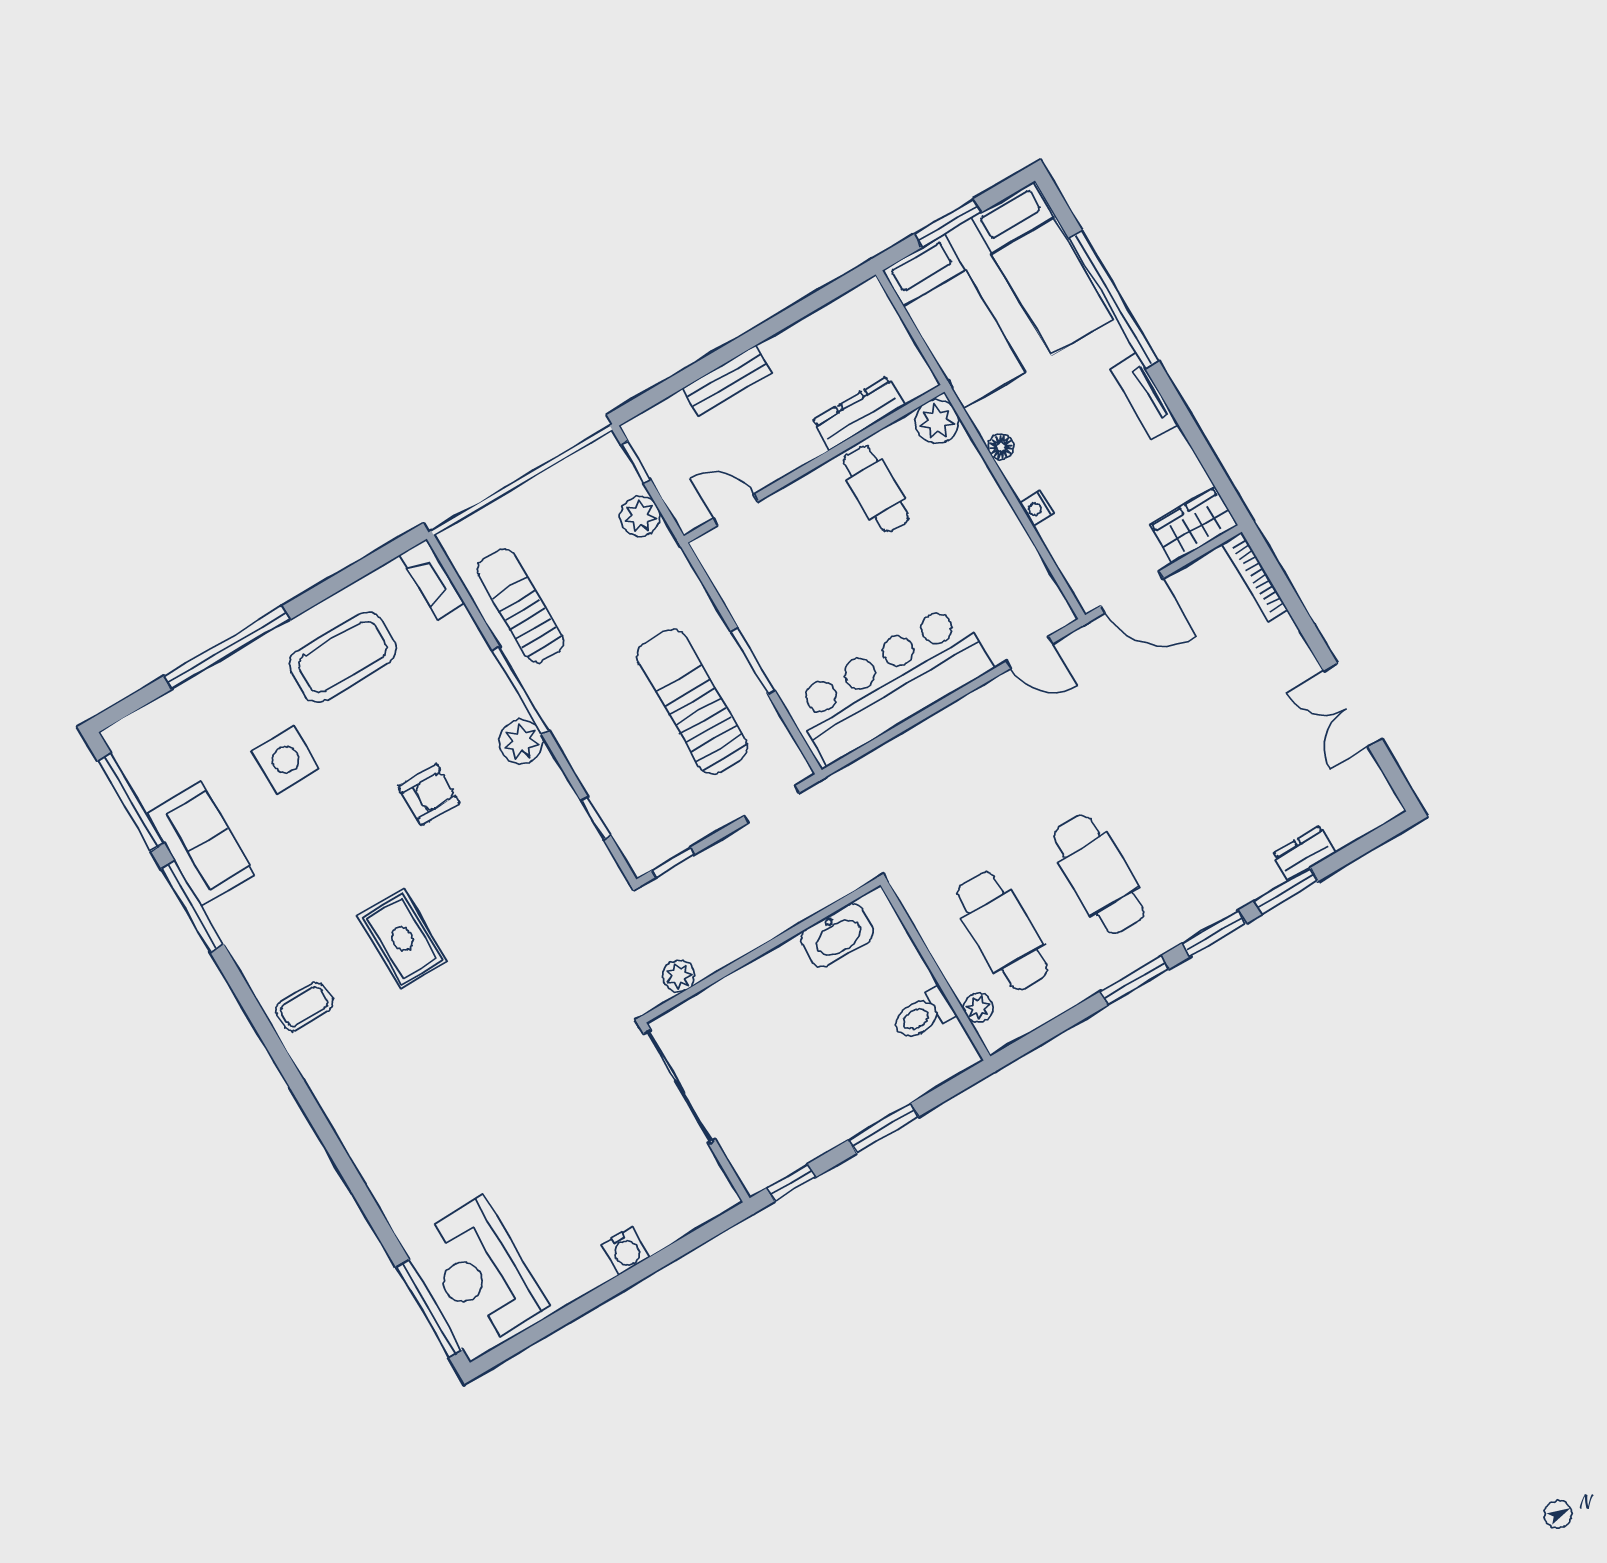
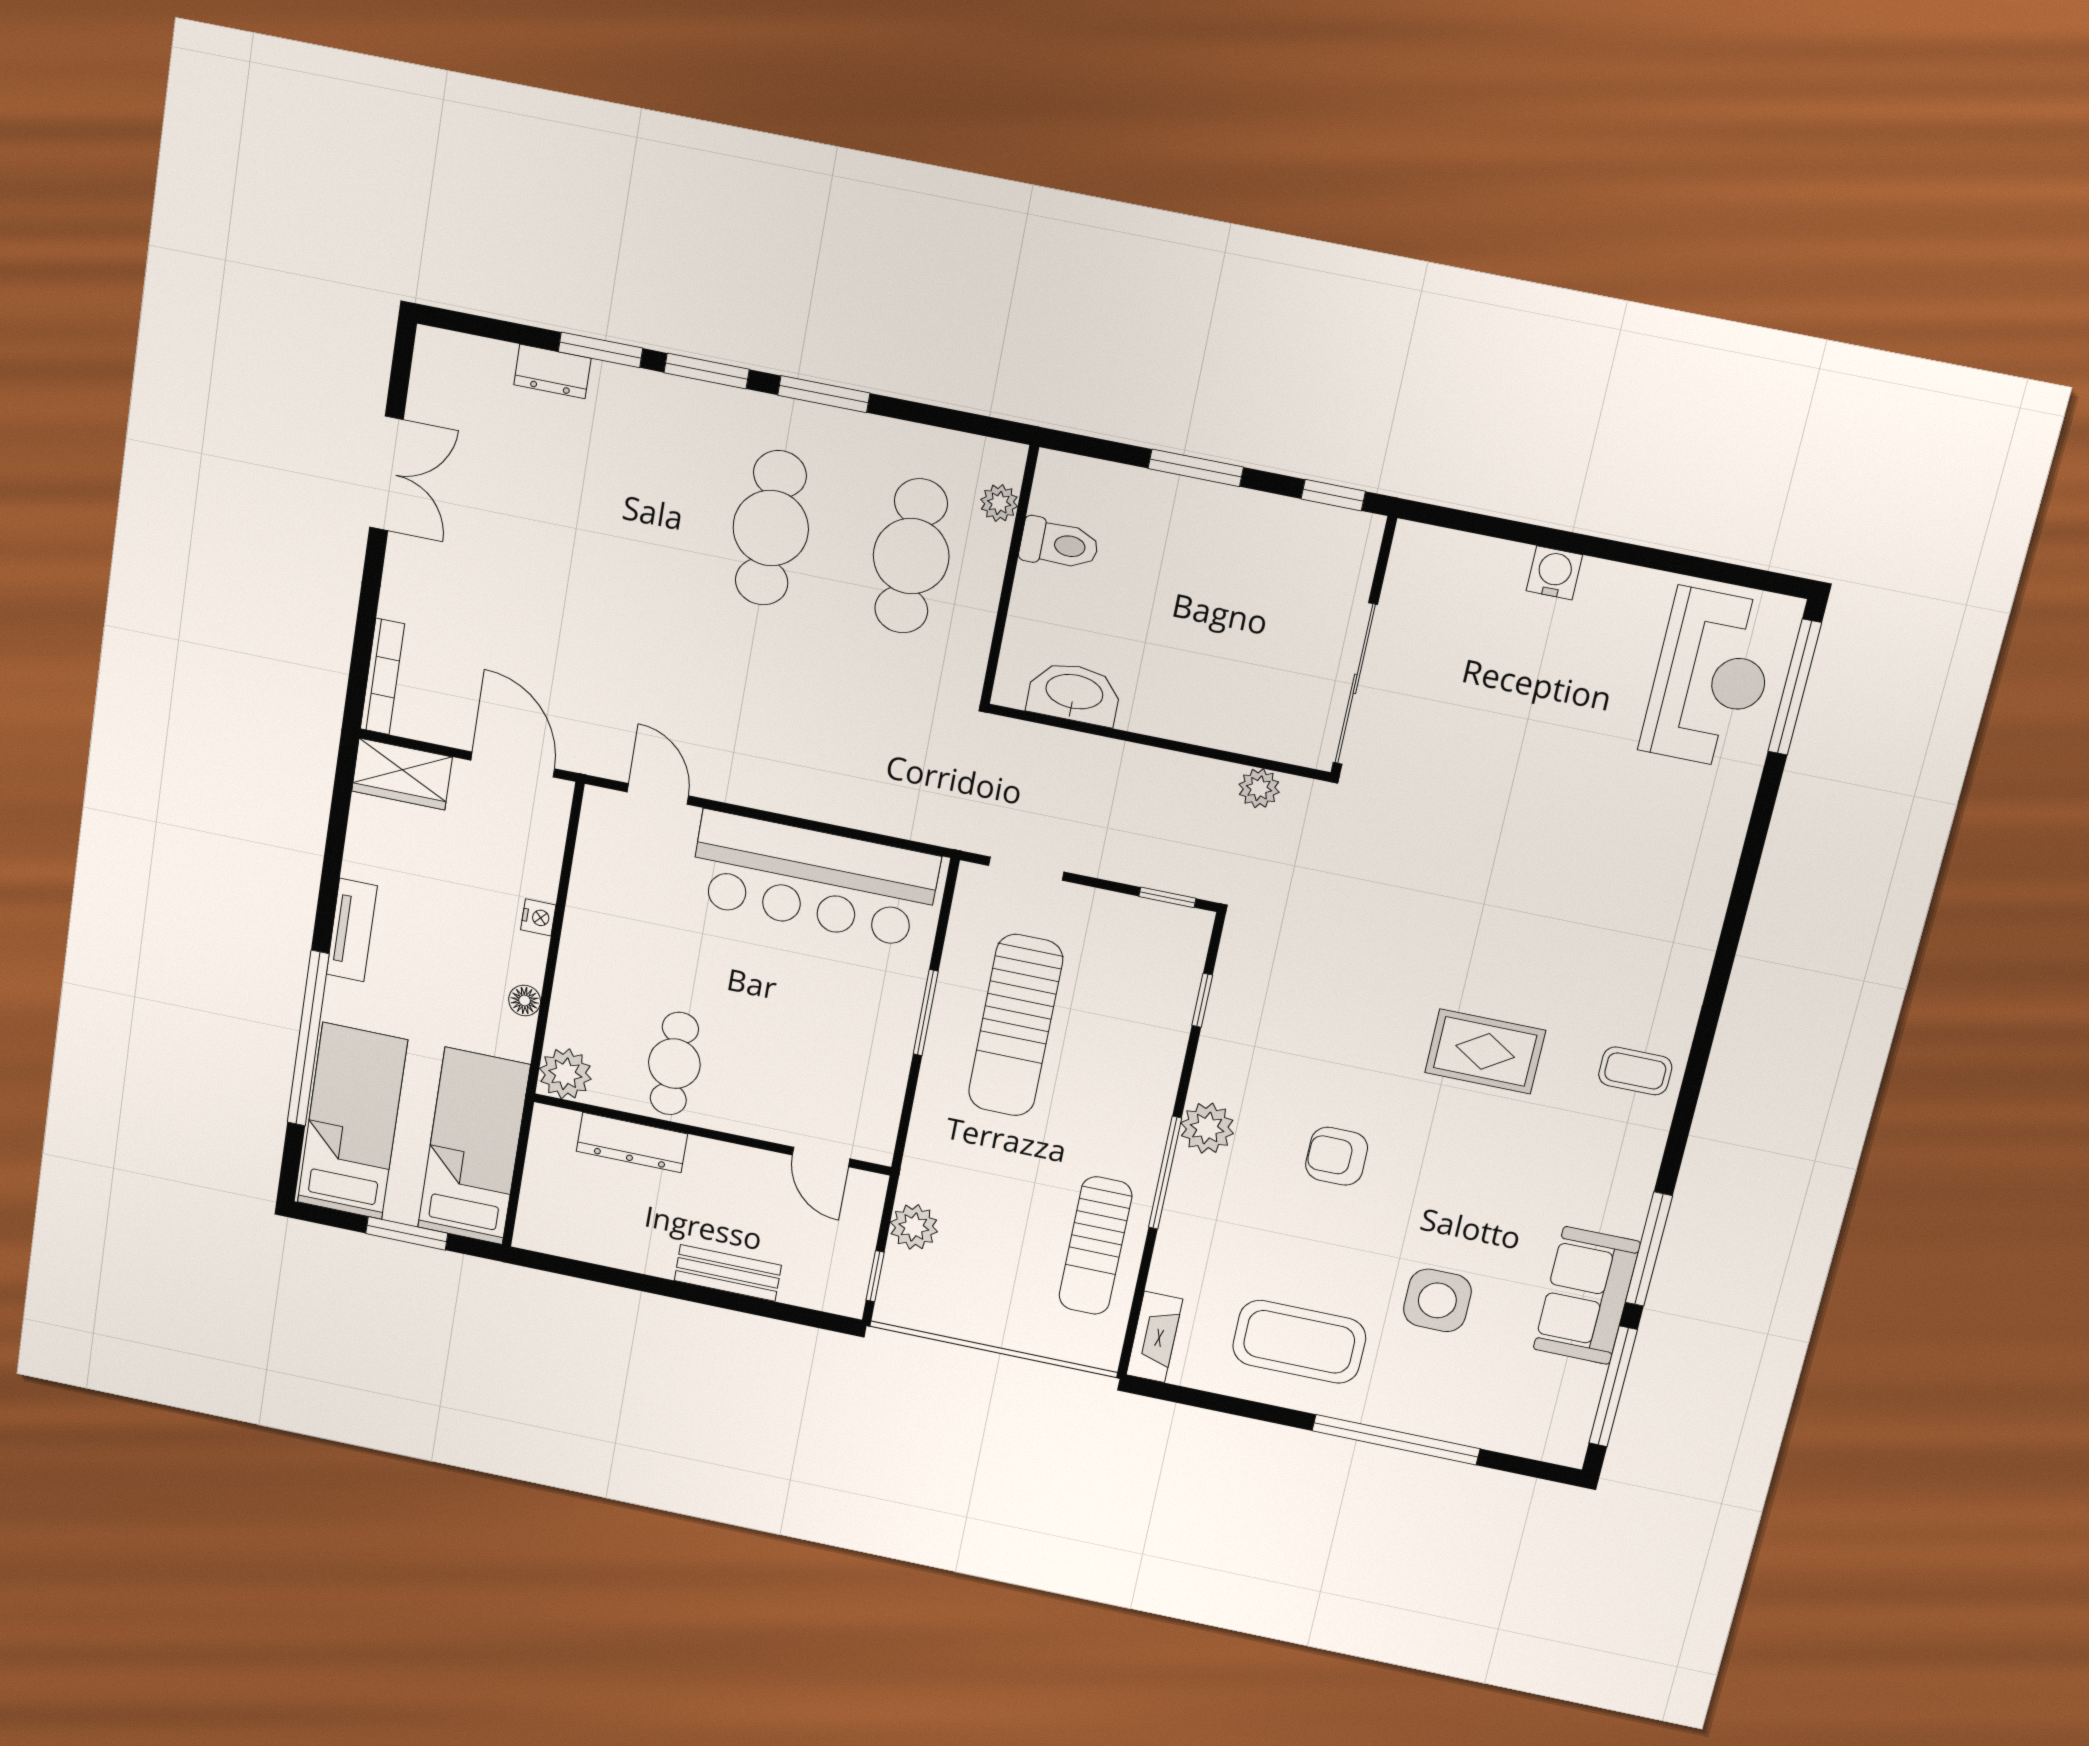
rug: (402, 939) -> (1485, 1051), turned 90

